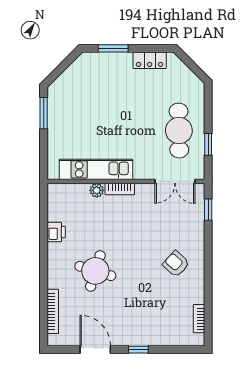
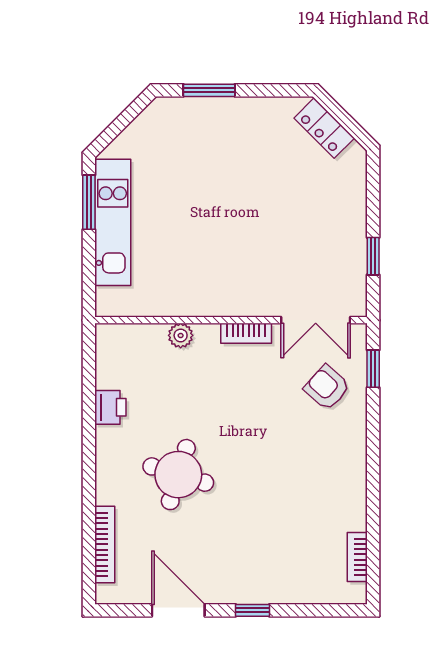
locker: (150, 60) -> (324, 128), moved, turned 45
cafe table: (179, 131) -> (322, 232), removed
kitchen unit: (96, 169) -> (113, 222), moved, turned 90
bookcase: (120, 189) -> (246, 333), moved
armchair: (176, 264) -> (327, 387), moved

